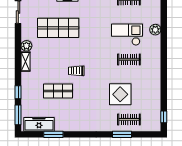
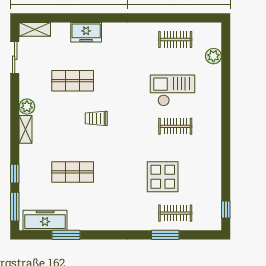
shop shelf: (58, 28) -> (73, 81), width x0.70, depth x0.74
plant: (155, 30) -> (213, 56), moved
trolley: (76, 71) -> (96, 118), moved

